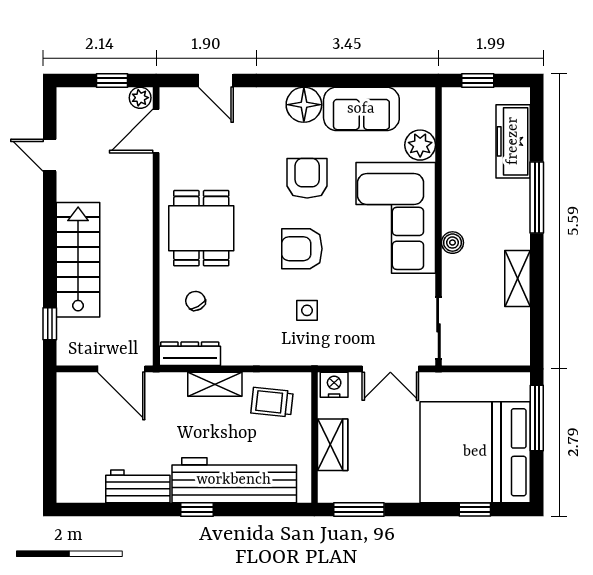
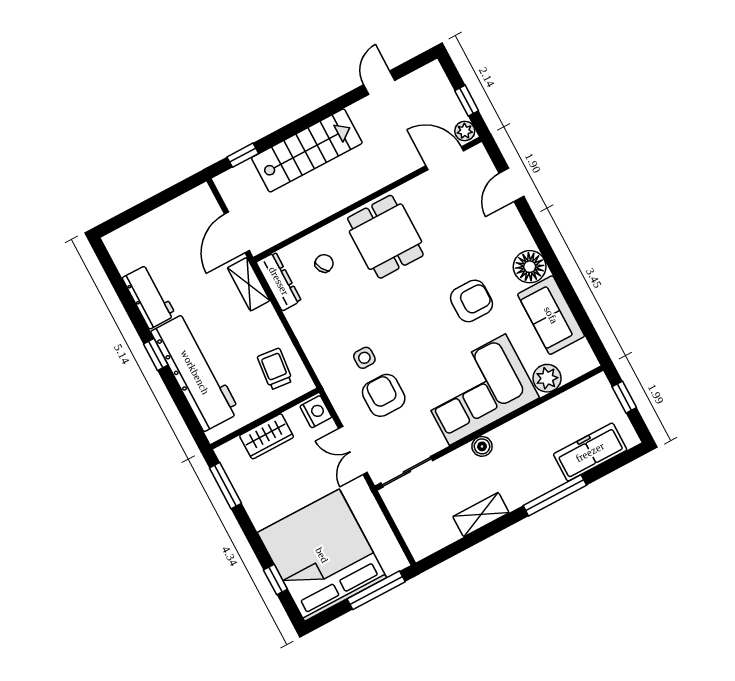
dining table: (201, 228) -> (385, 237), turned 90
armchair: (302, 249) -> (384, 395), moved
shelving: (215, 384) -> (249, 284), moved

